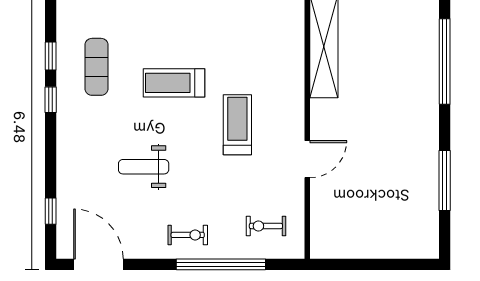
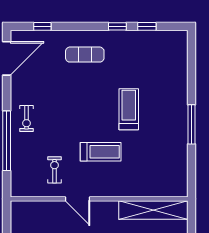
exercise mat: (96, 67) -> (85, 55), moved
weight bench: (144, 167) -> (72, 89), removed
exercise bike: (266, 226) -> (55, 170), moved

